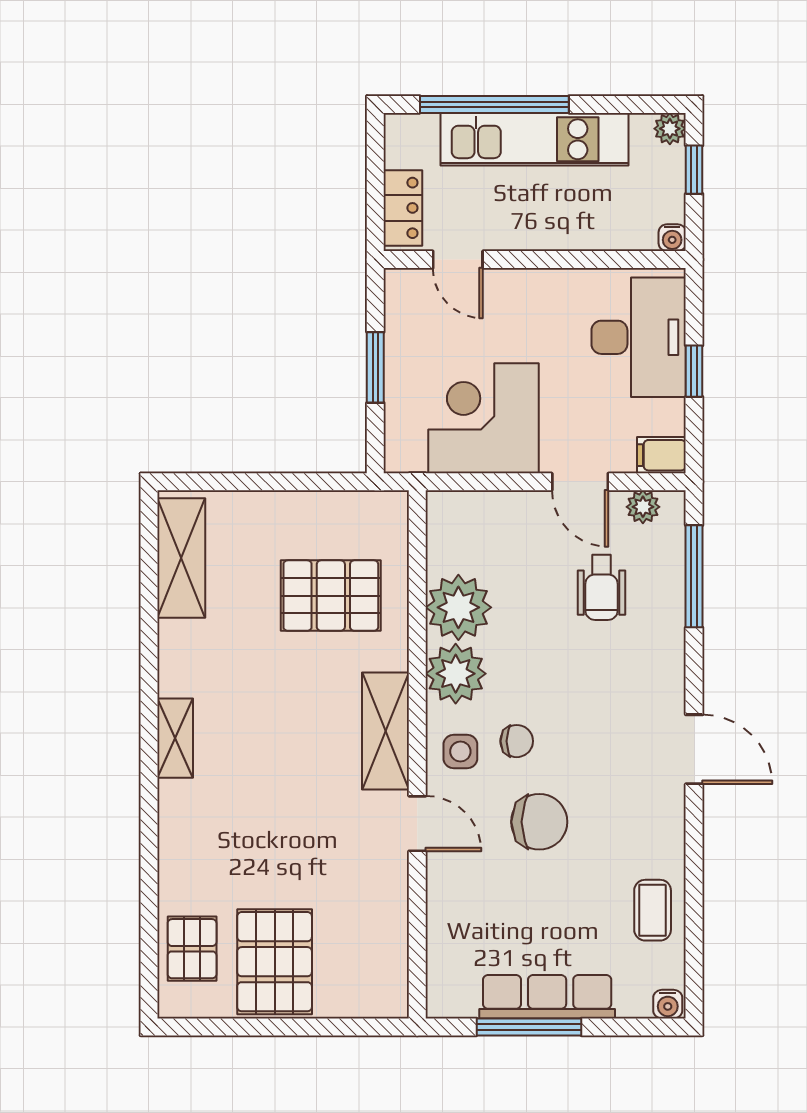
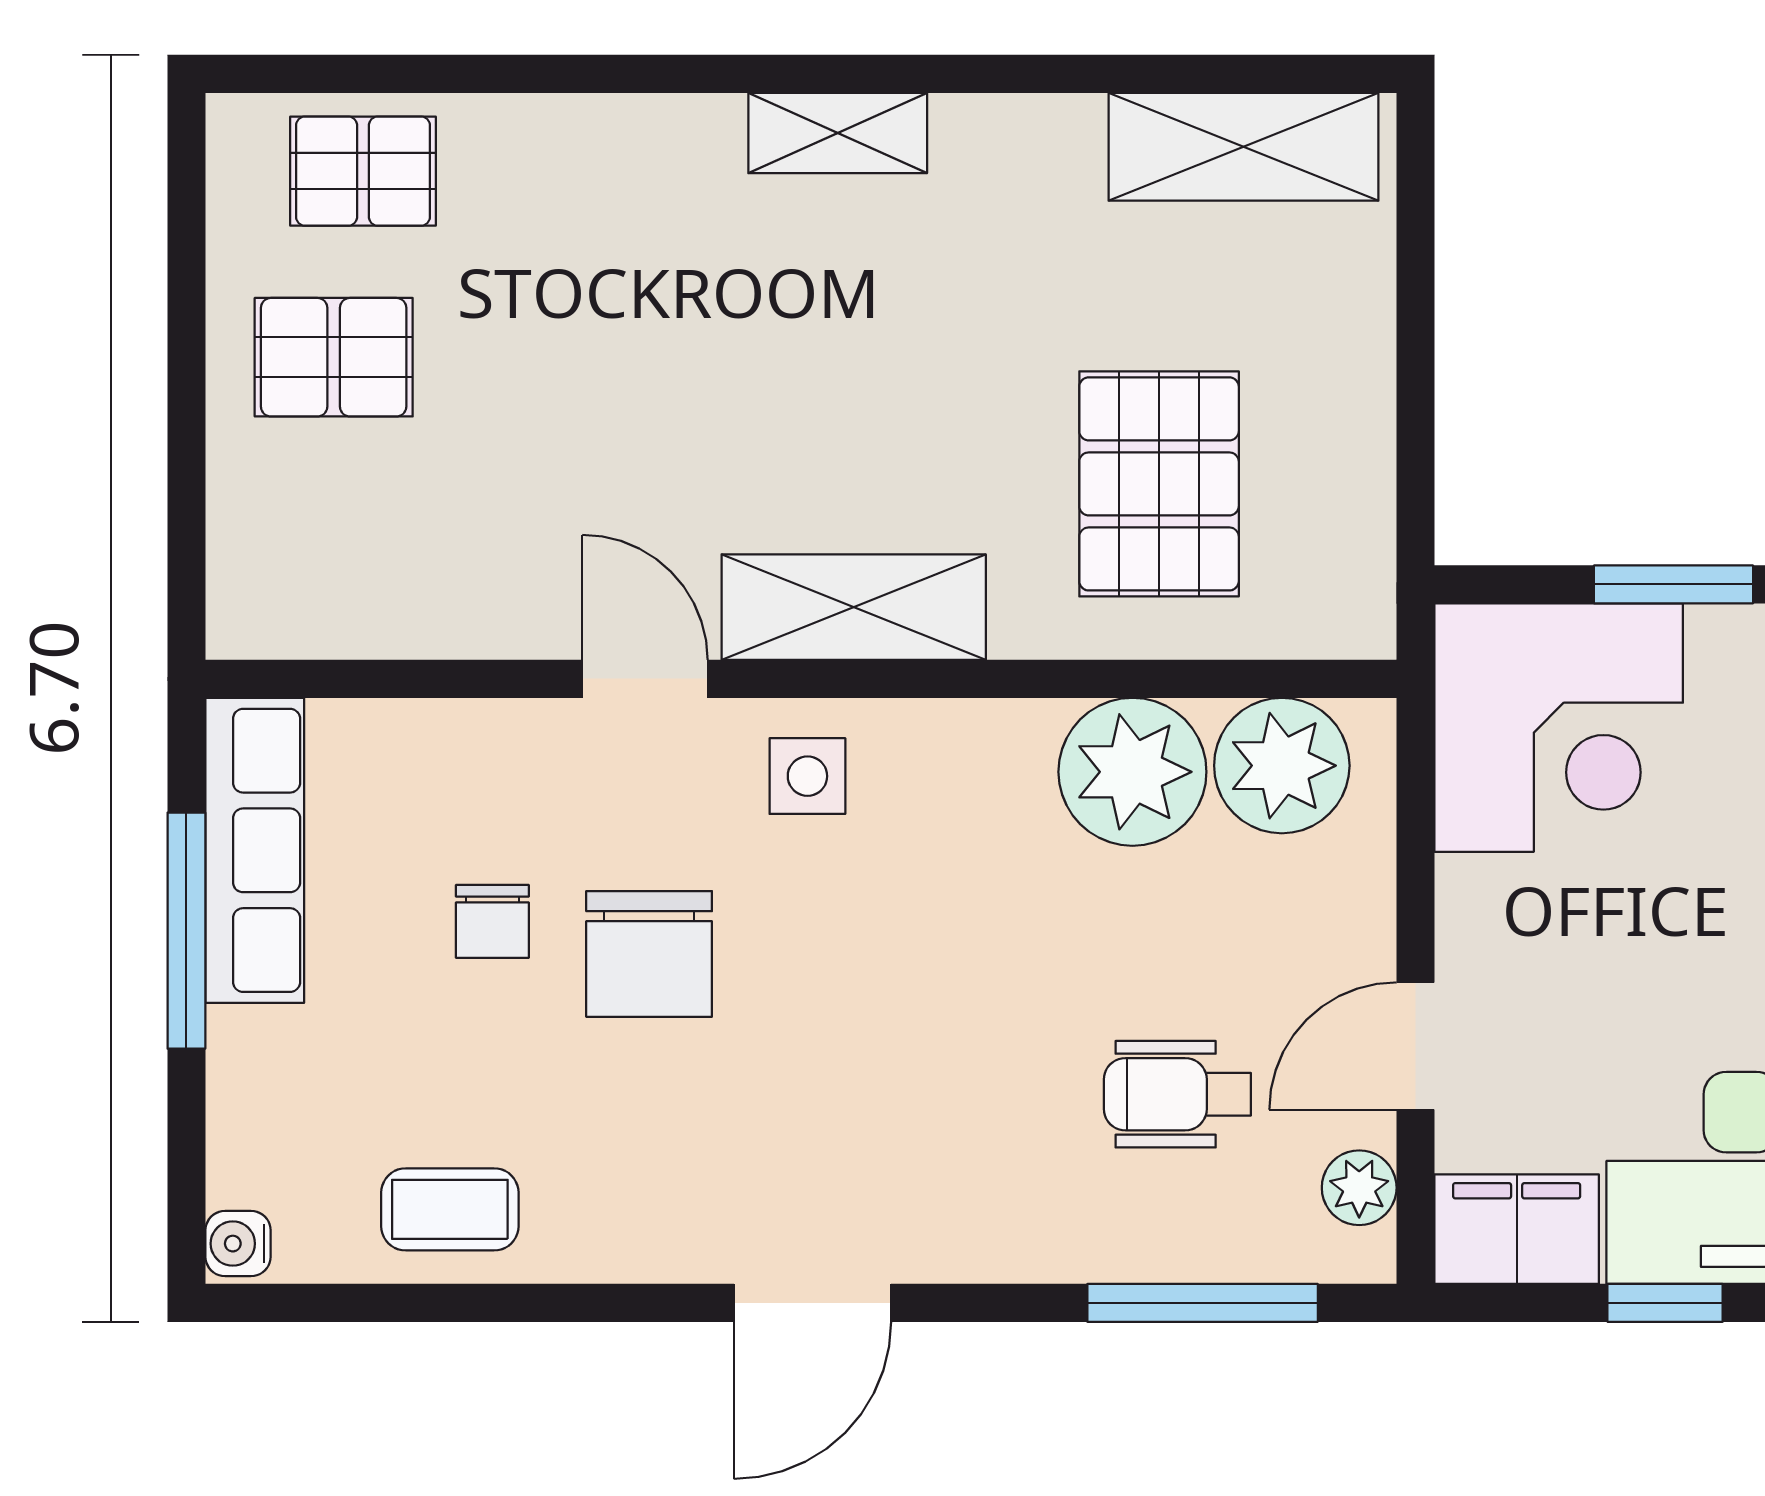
corner desk: (483, 418) -> (1559, 728), moved, turned 90
filing cabinet: (661, 455) -> (1517, 1229), width x2.00
plant: (456, 674) -> (1282, 766), moved
chair: (517, 741) -> (492, 921), moved
door: (417, 824) -> (645, 679), swing flipped
pallet: (275, 962) -> (334, 357), width x0.67, depth x0.71
row of seats: (547, 997) -> (255, 850), moved

